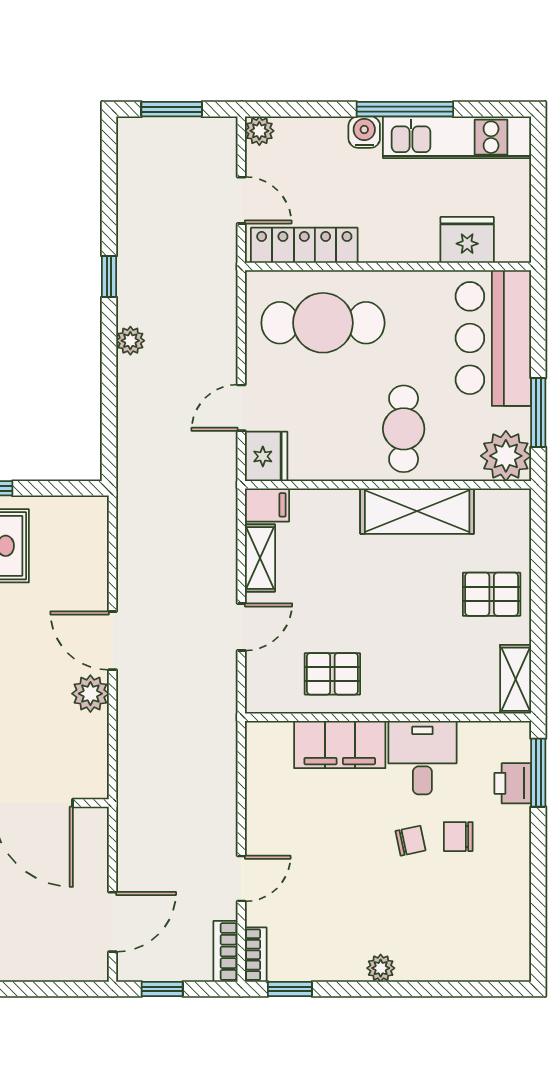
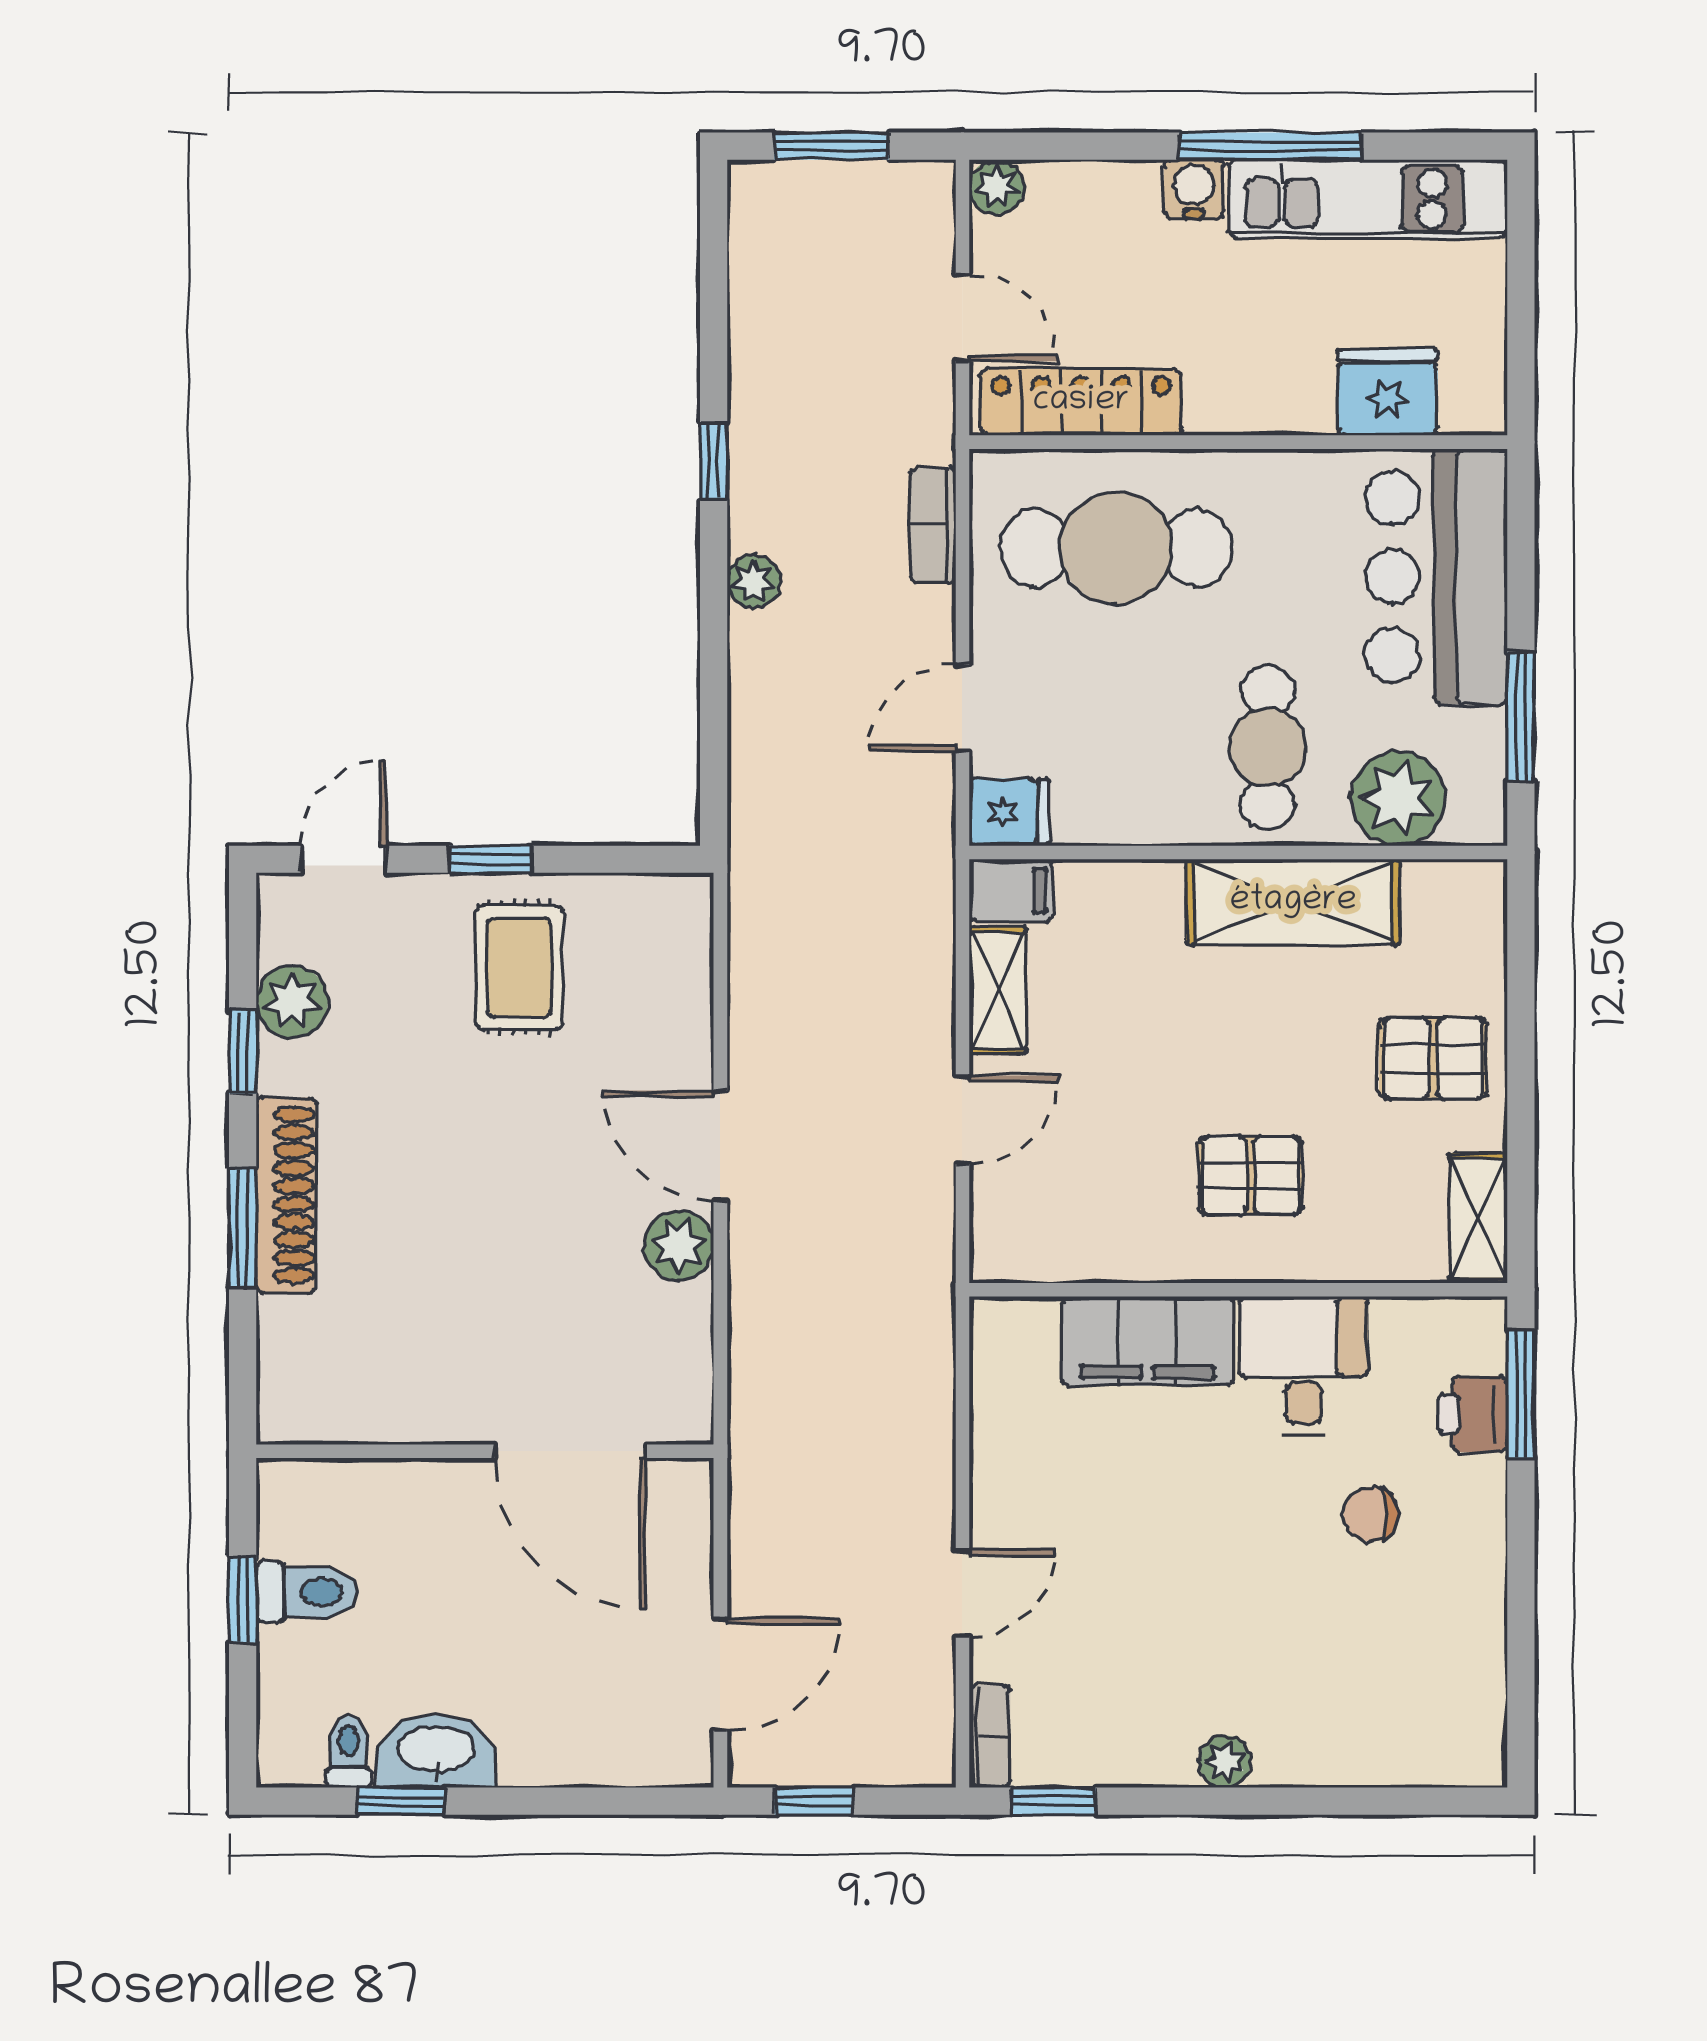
fridge: (266, 456) -> (1009, 812), width x0.72
plant: (506, 456) -> (1398, 798), moved
pallet: (332, 674) -> (1250, 1176), moved
chair: (411, 841) -> (1281, 1522), removed
bookcase: (226, 951) -> (933, 525), moved

